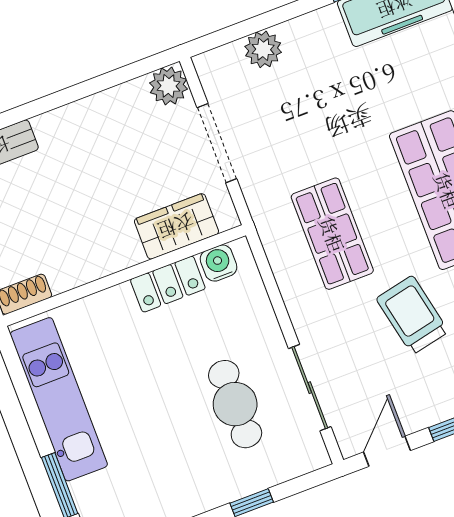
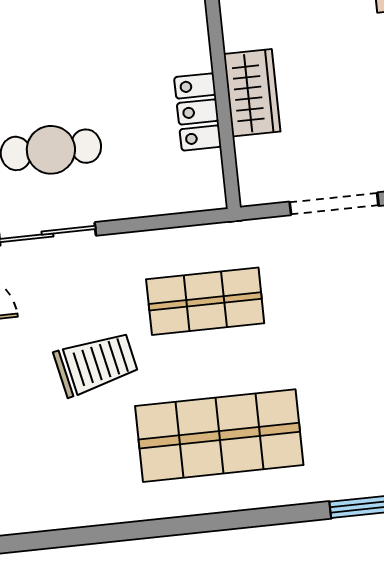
wardrobe: (176, 226) -> (252, 93), moved
water cooler: (218, 263) -> (206, 172), removed

